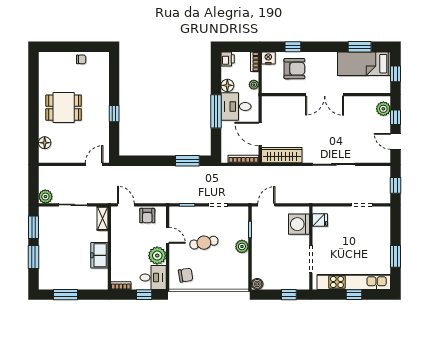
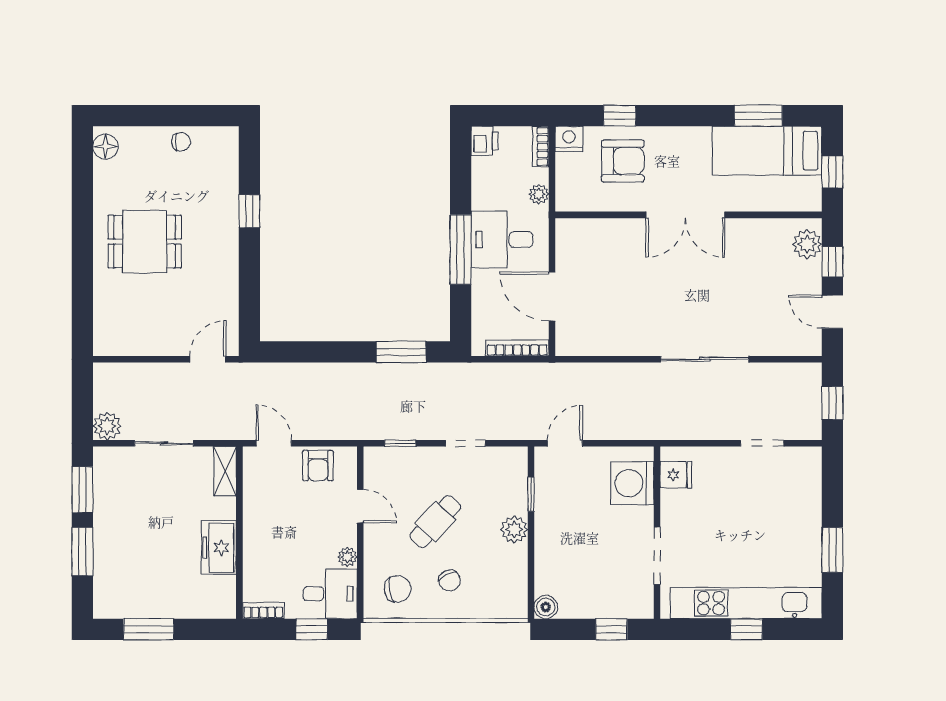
floor lamp: (227, 85) -> (484, 196), removed
window: (114, 114) -> (249, 211), moved
floor lamp: (45, 143) -> (105, 147), moved
wardrobe: (282, 155) -> (597, 340), removed
cafe table: (204, 243) -> (435, 522), turned -36
plant: (157, 256) -> (347, 557), width x0.53, depth x0.53
chair: (211, 271) -> (450, 580), added

